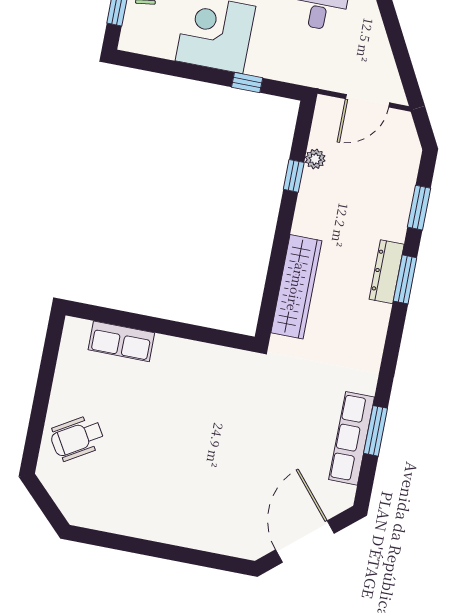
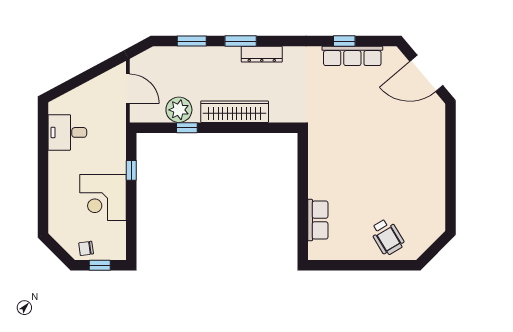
plant: (315, 159) -> (179, 110), width x1.87, depth x1.87
dresser: (387, 272) -> (262, 54), moved
wardrobe: (296, 287) -> (235, 112), moved
window: (376, 431) -> (344, 41), width x0.67

